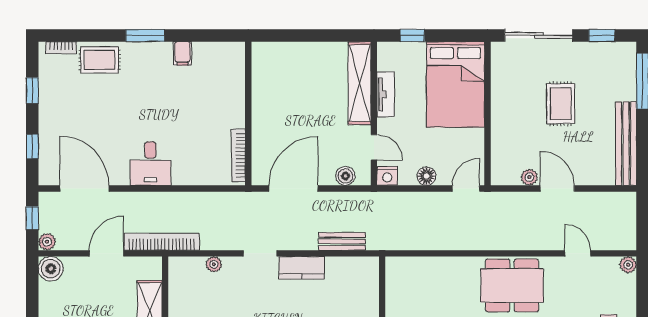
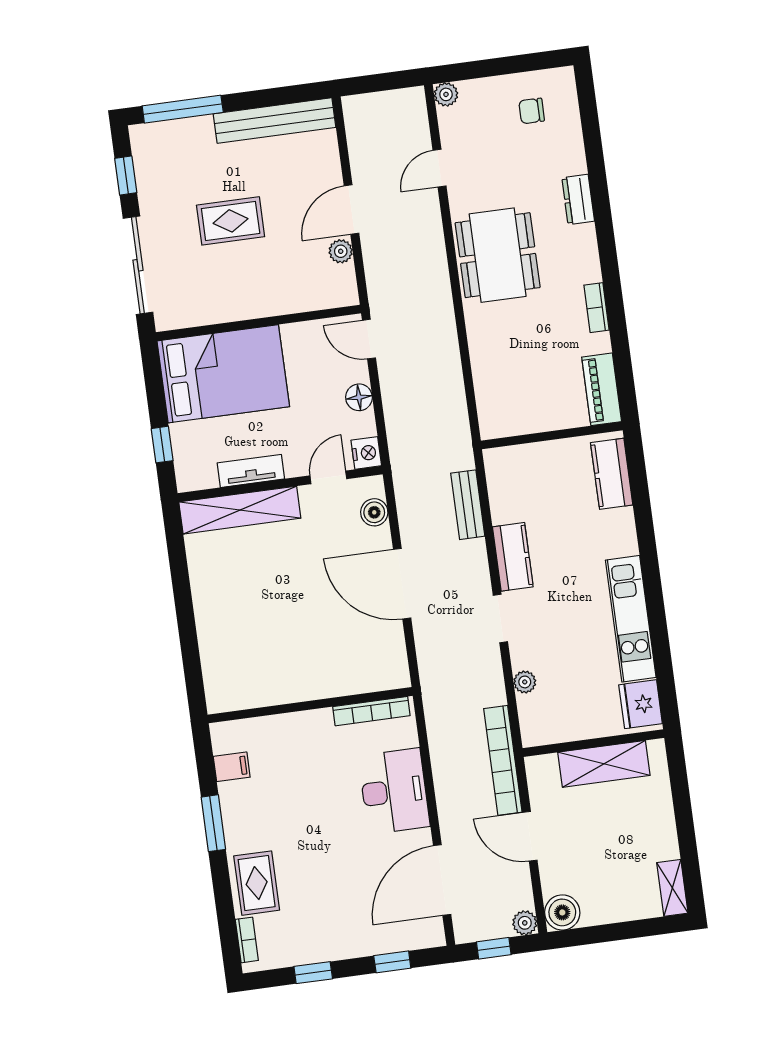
wall: (248, 113) -> (310, 705), moved
bookcase: (238, 155) -> (371, 711), moved
desk: (150, 164) -> (394, 791), width x1.37

